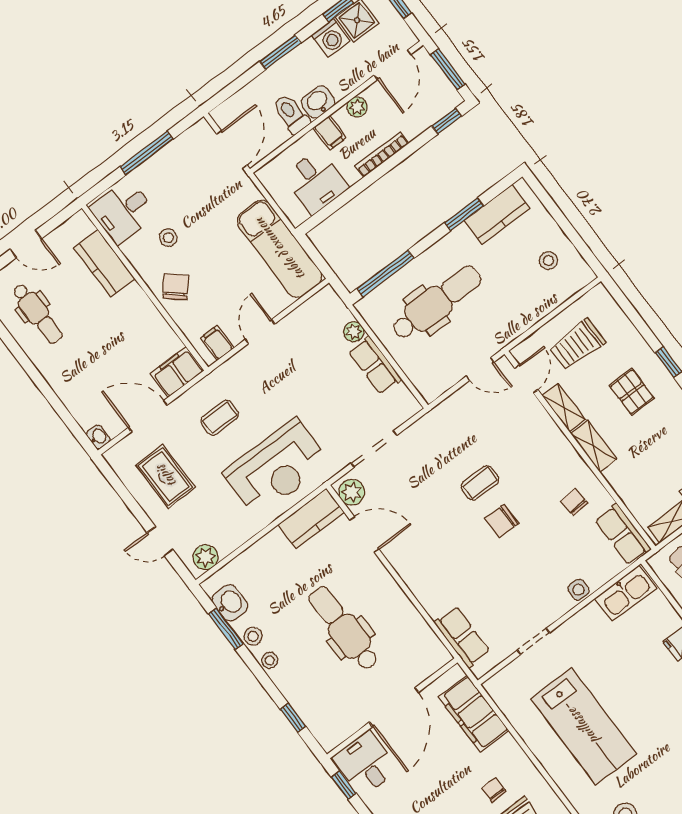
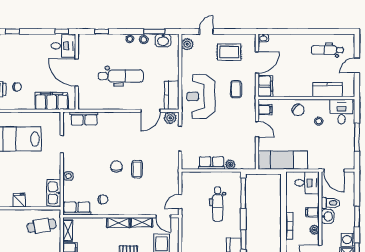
desk: (316, 182) -> (307, 183), moved, turned 180
dental chair: (436, 303) -> (218, 204), width x0.73, depth x0.72

